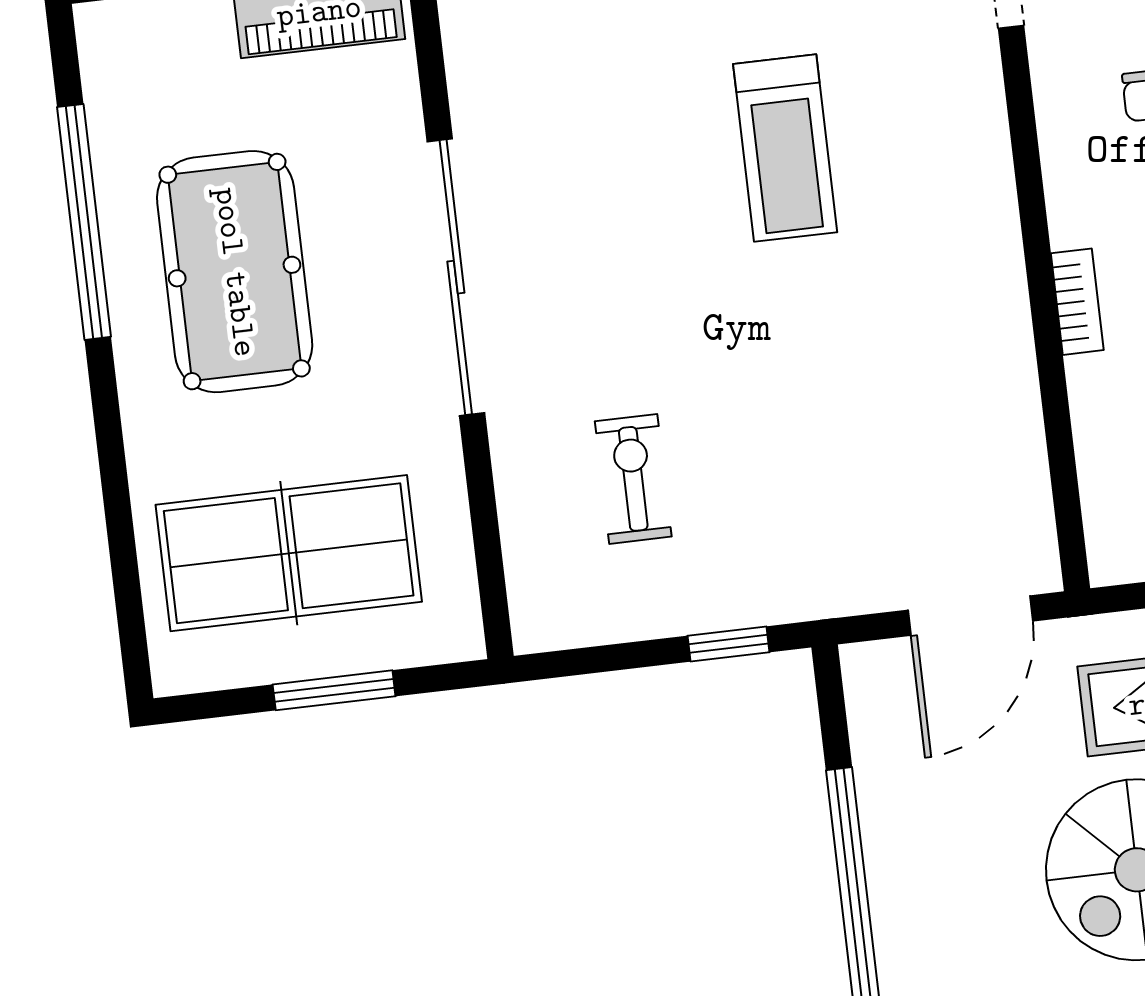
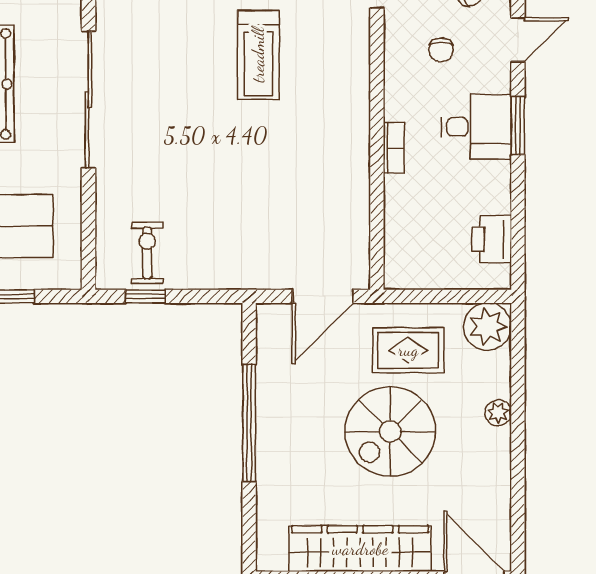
exercise bike: (633, 479) -> (147, 253), moved
window: (729, 644) -> (145, 296), moved

